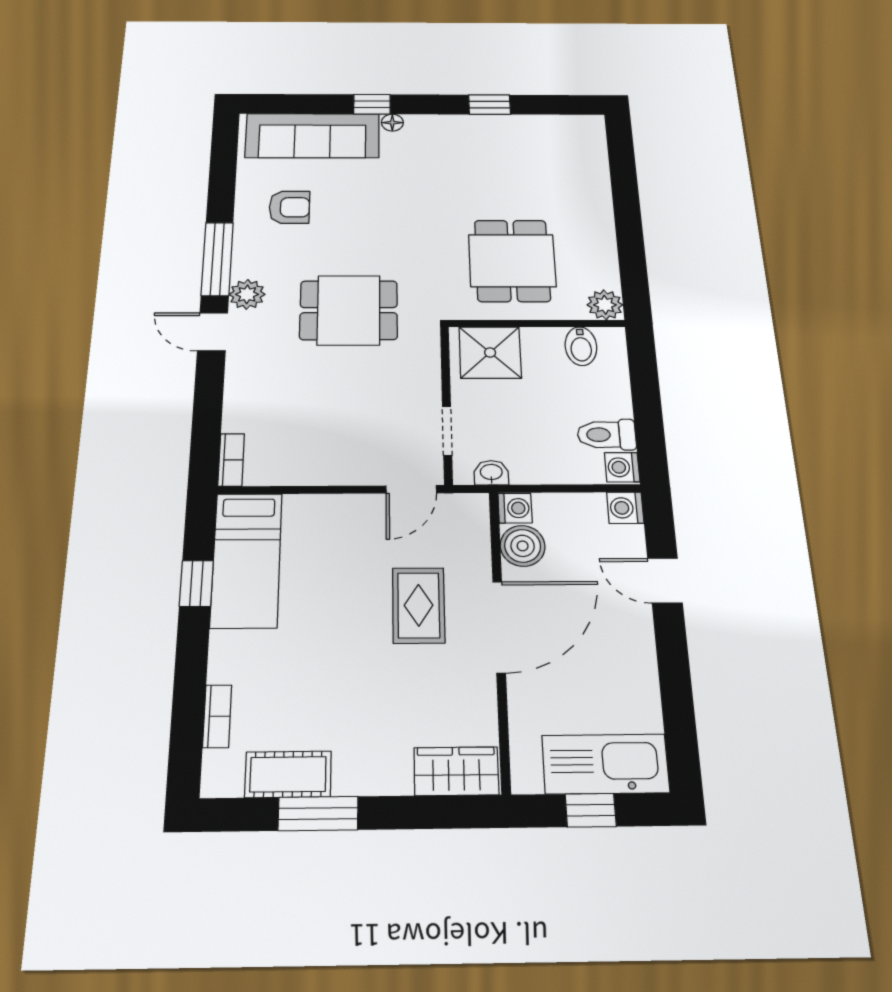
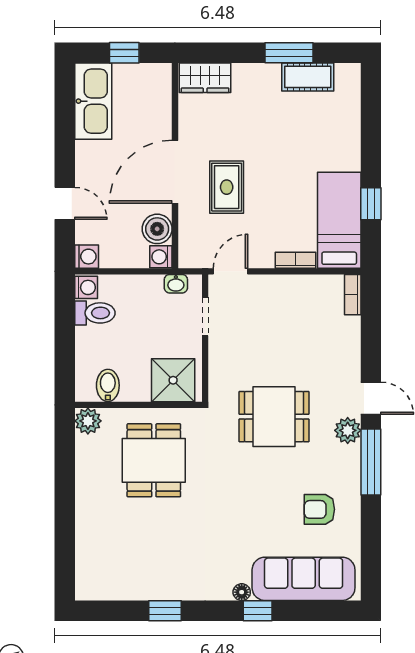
bookcase: (217, 716) -> (295, 260), moved, turned 90
kitchen sink: (605, 764) -> (93, 101), moved, turned -90

